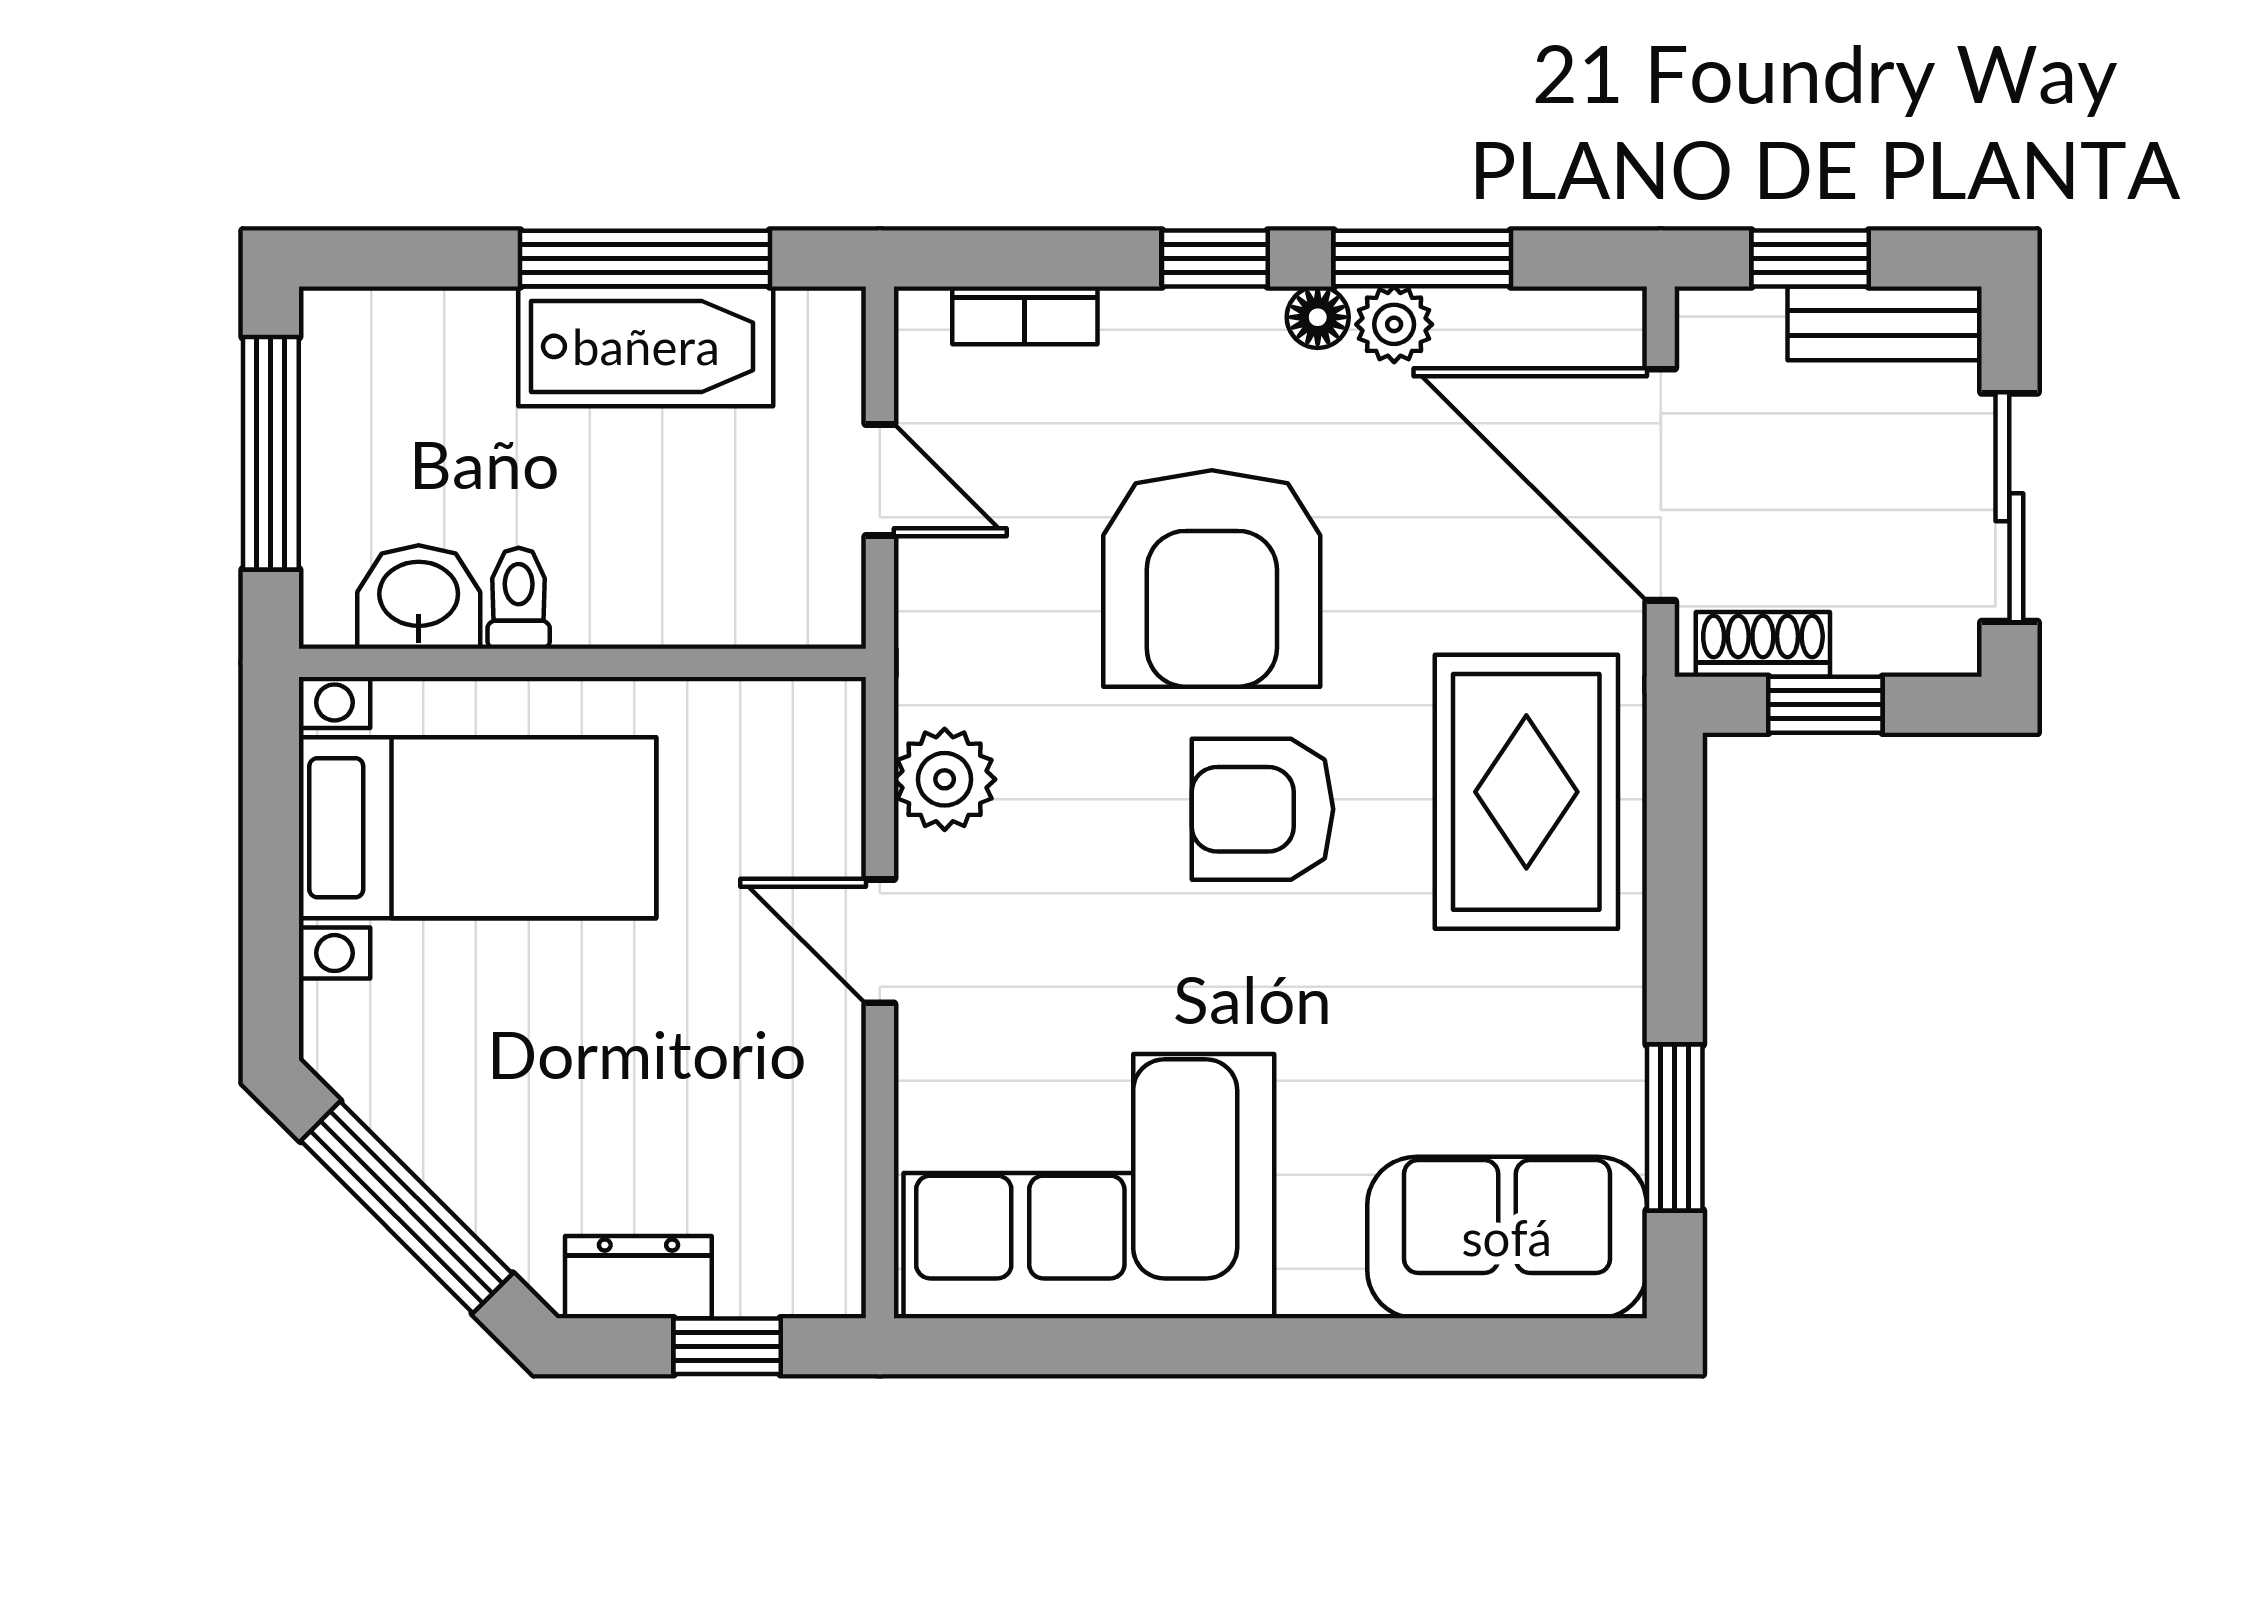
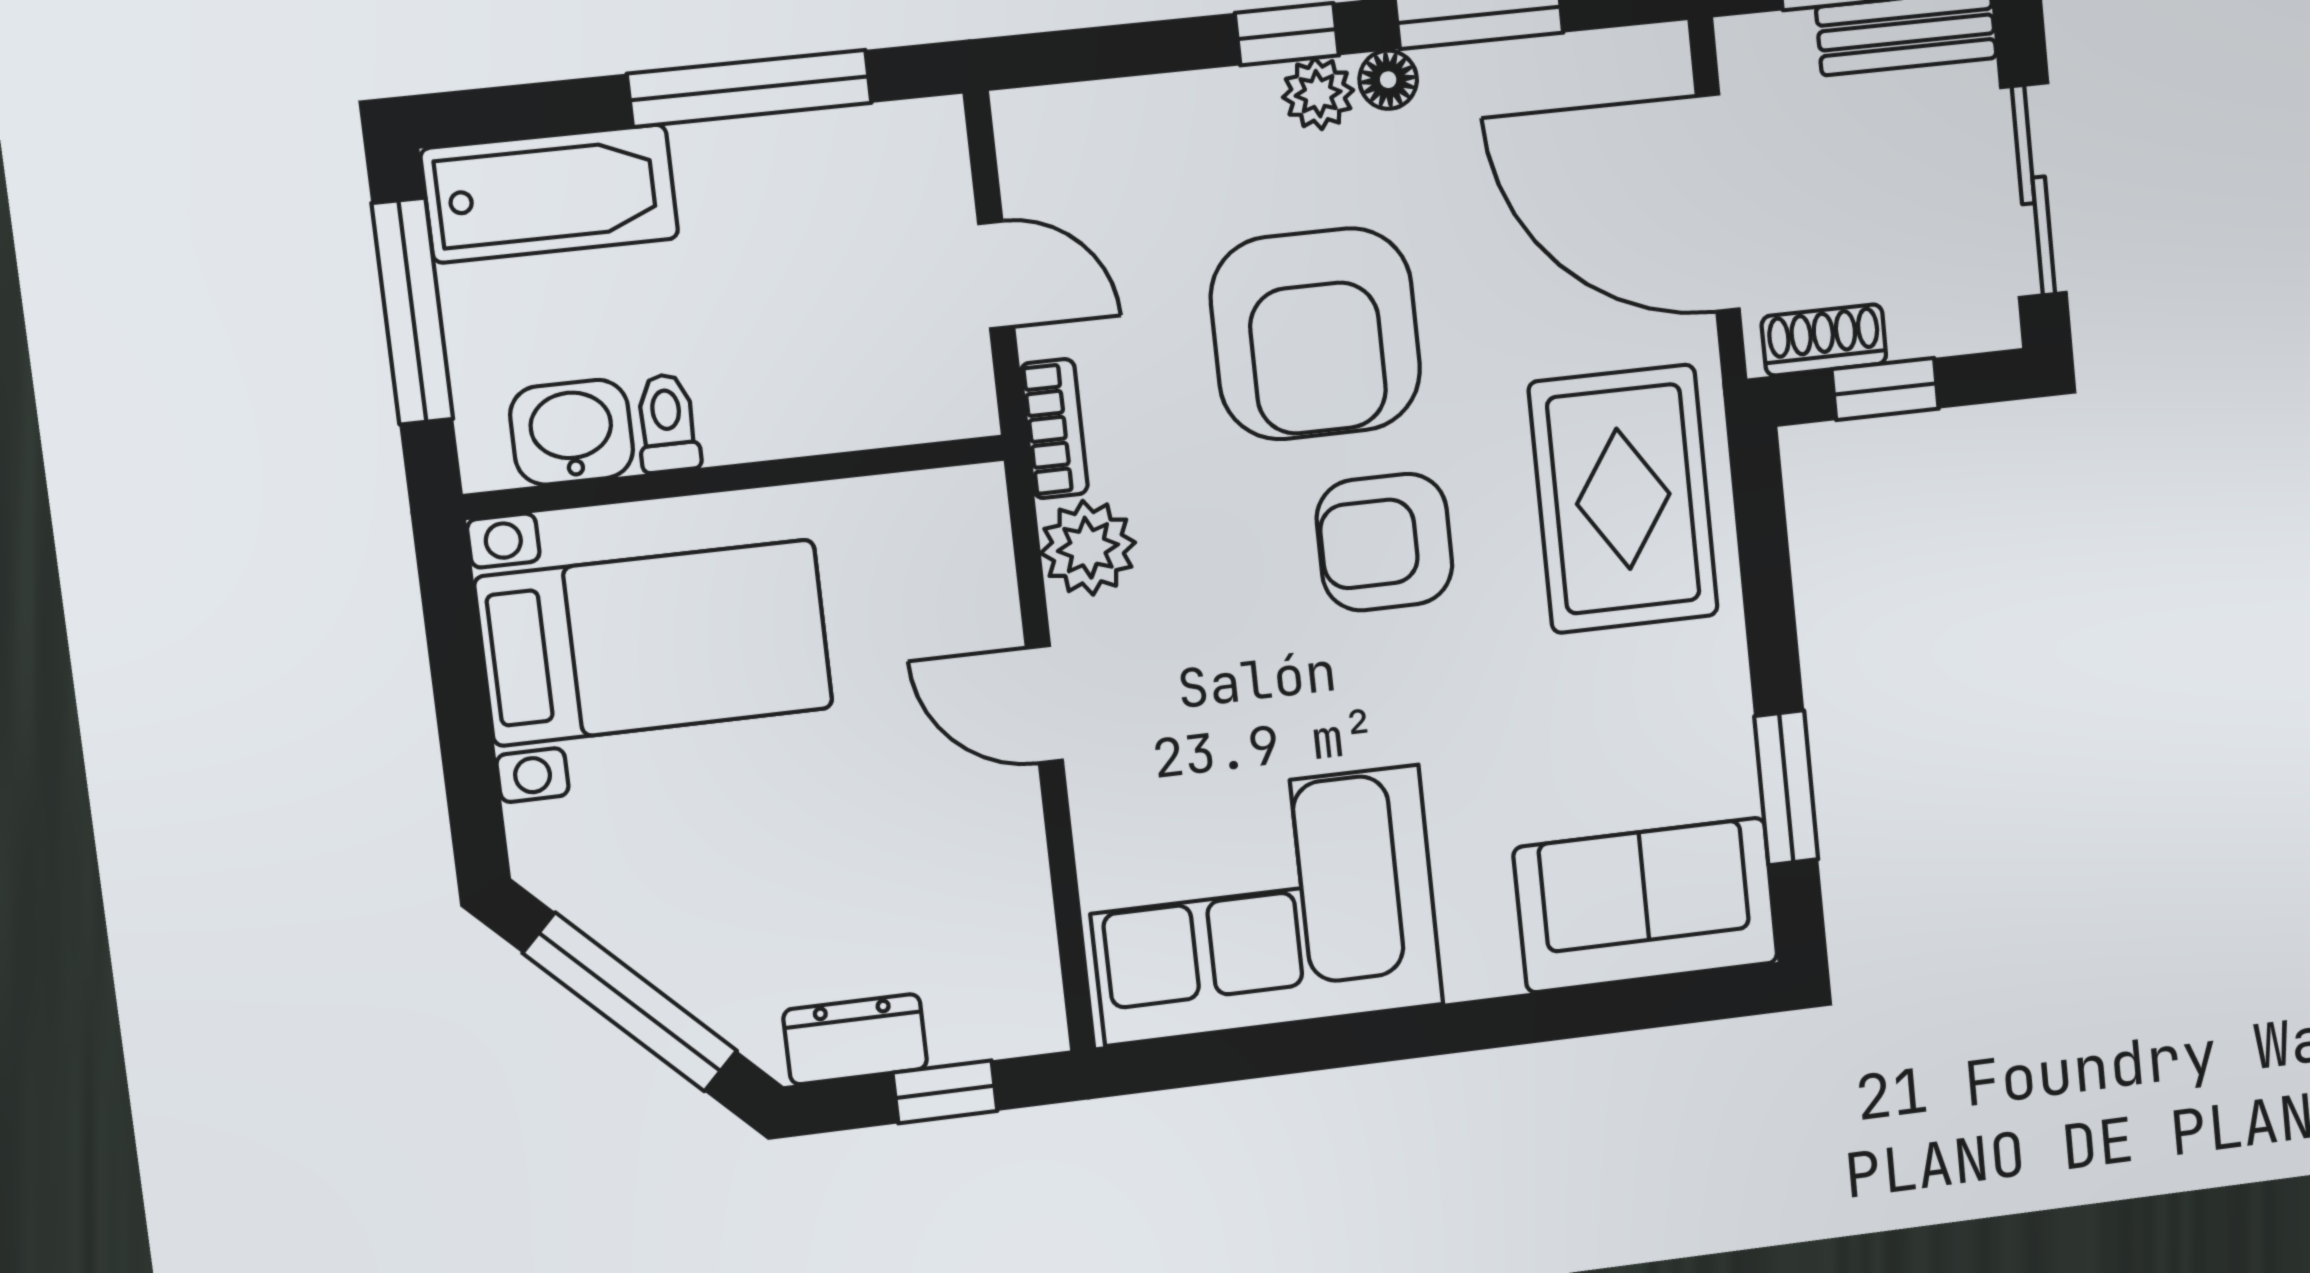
bookcase: (1025, 315) -> (1054, 429), moved, turned -90
plant: (1394, 324) -> (1318, 94), moved
bathtub: (646, 346) -> (550, 194), moved

